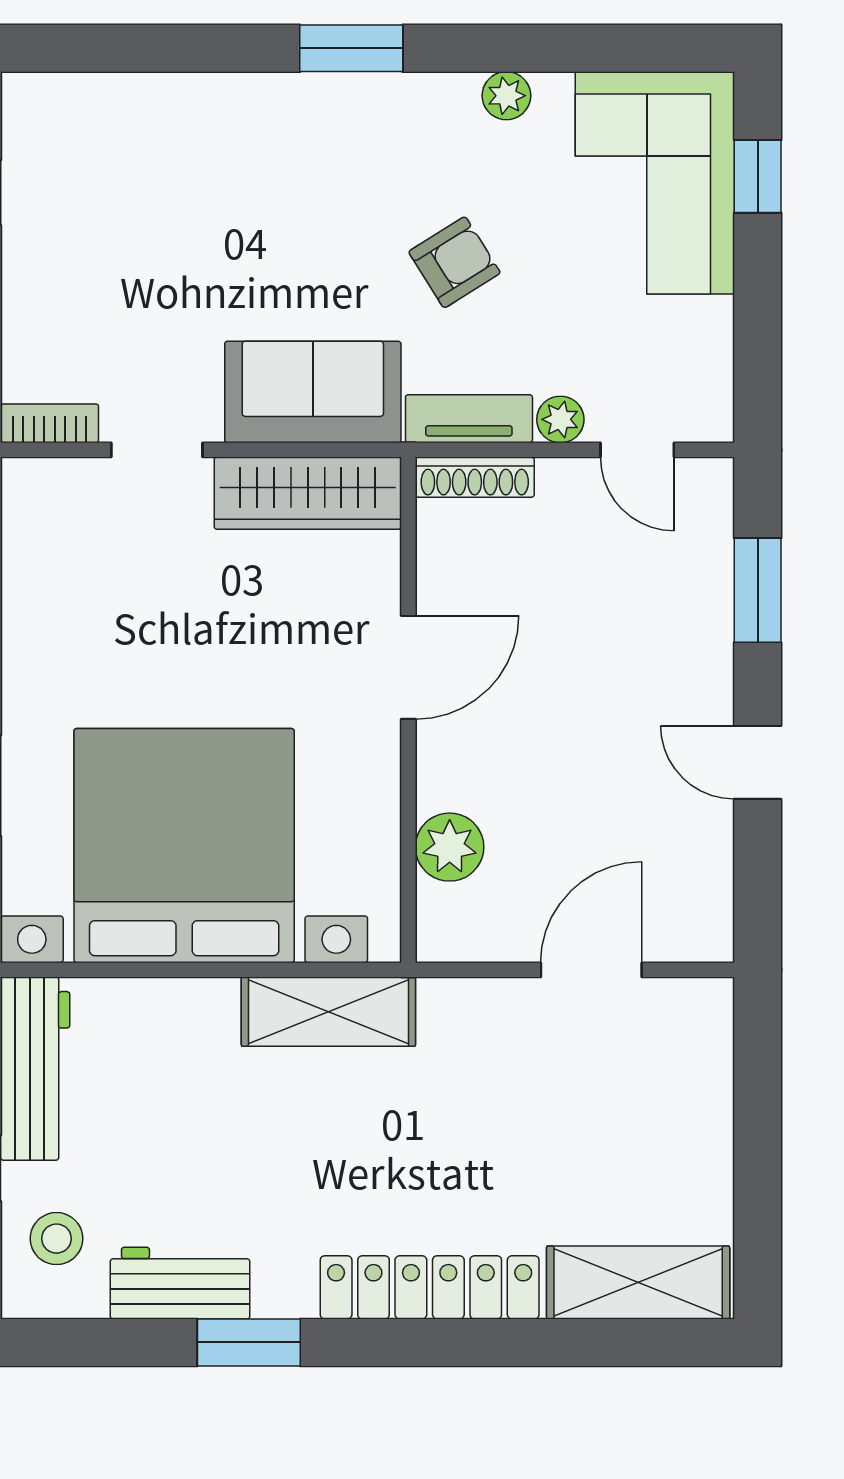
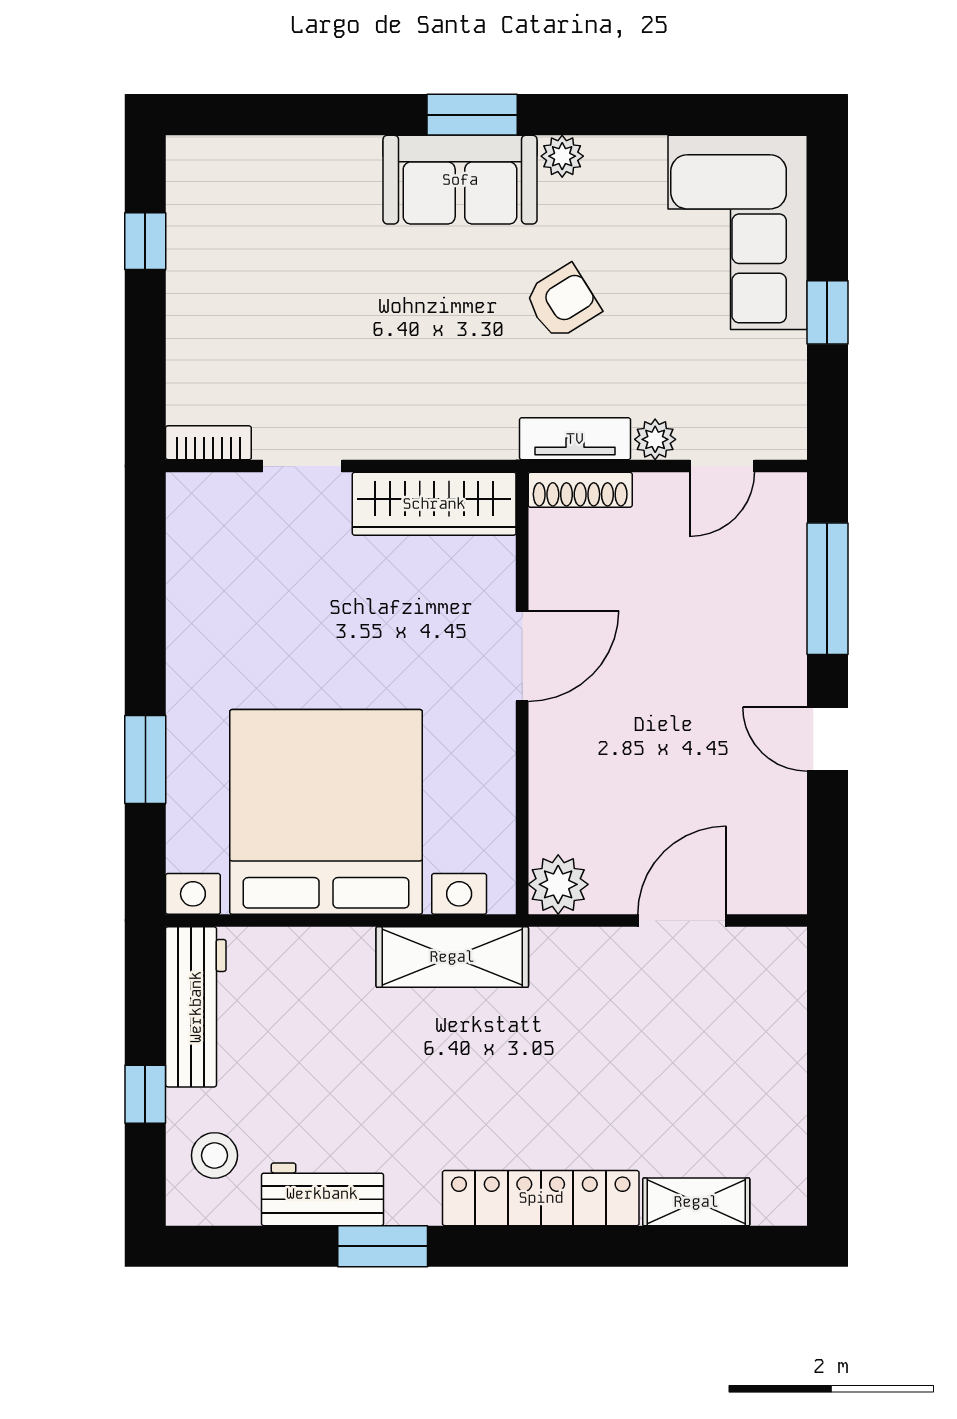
plant: (506, 96) -> (562, 156), moved
window: (758, 176) -> (827, 312), moved
sofa: (313, 392) -> (460, 180), moved, turned 180
door: (637, 450) -> (722, 466), hinge flipped
window: (758, 590) -> (827, 589), width x1.44
plant: (450, 847) -> (558, 884), moved
shelving: (638, 1282) -> (696, 1202), width x0.67, depth x0.75

